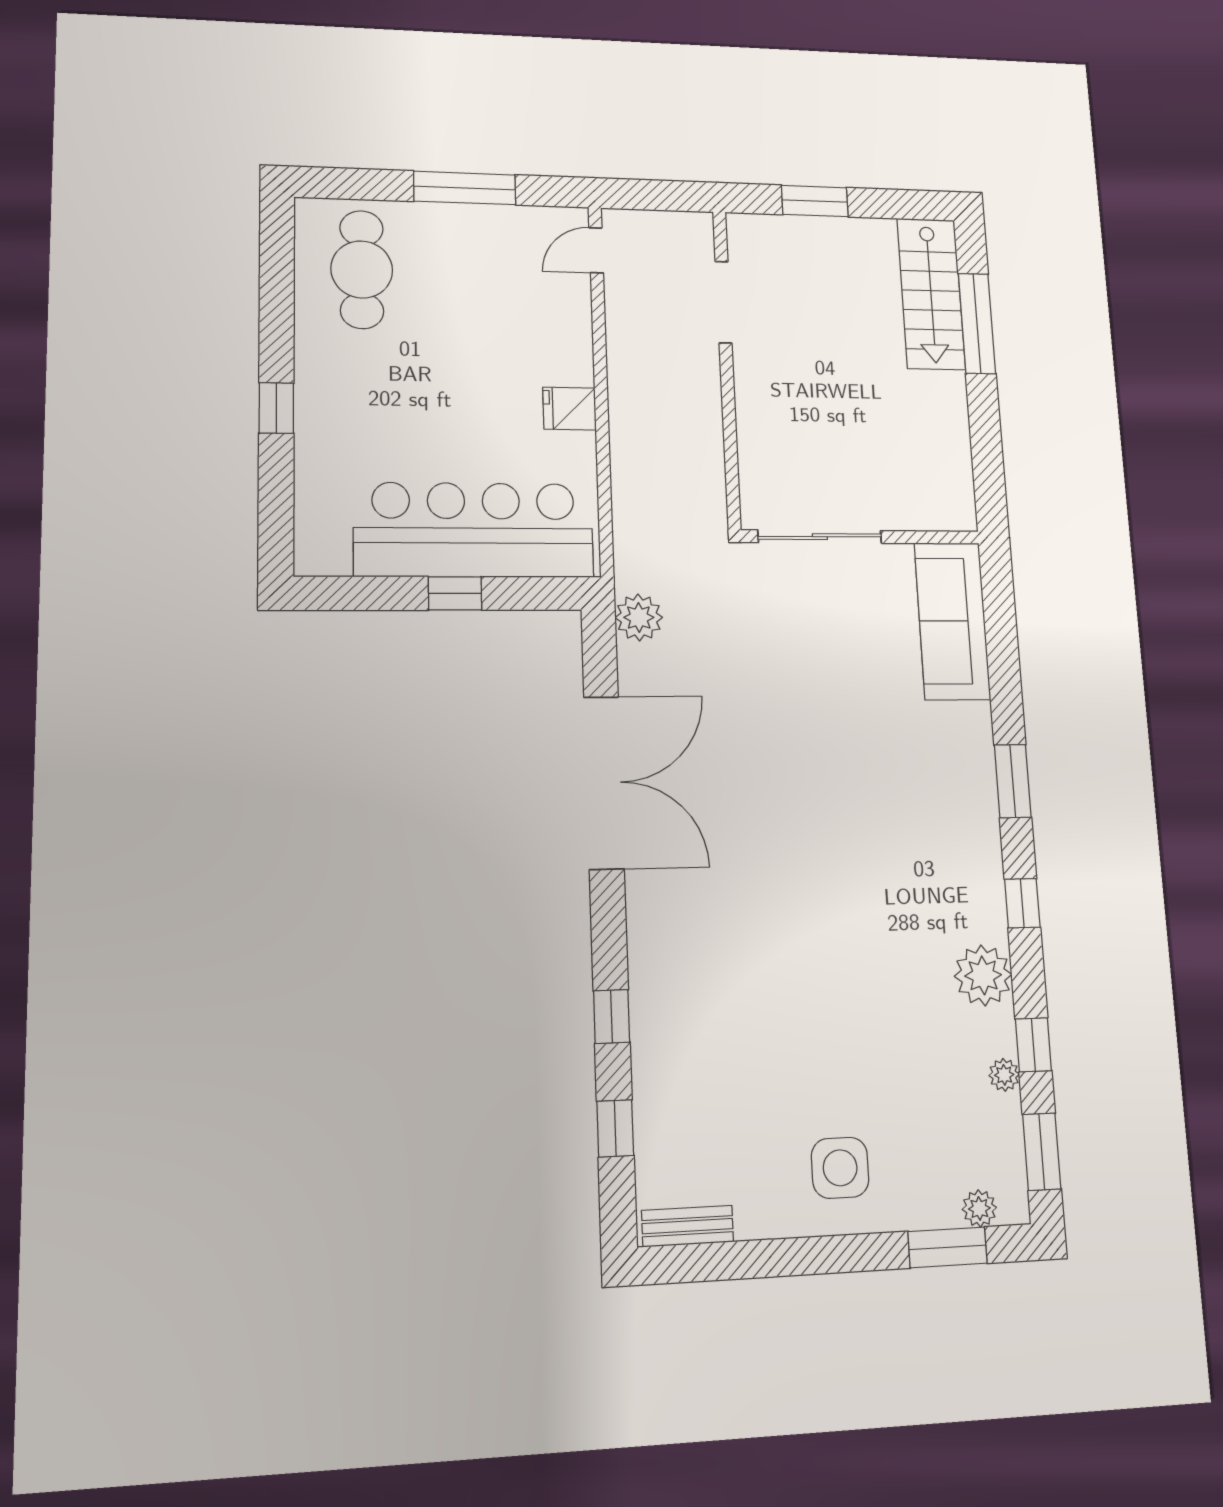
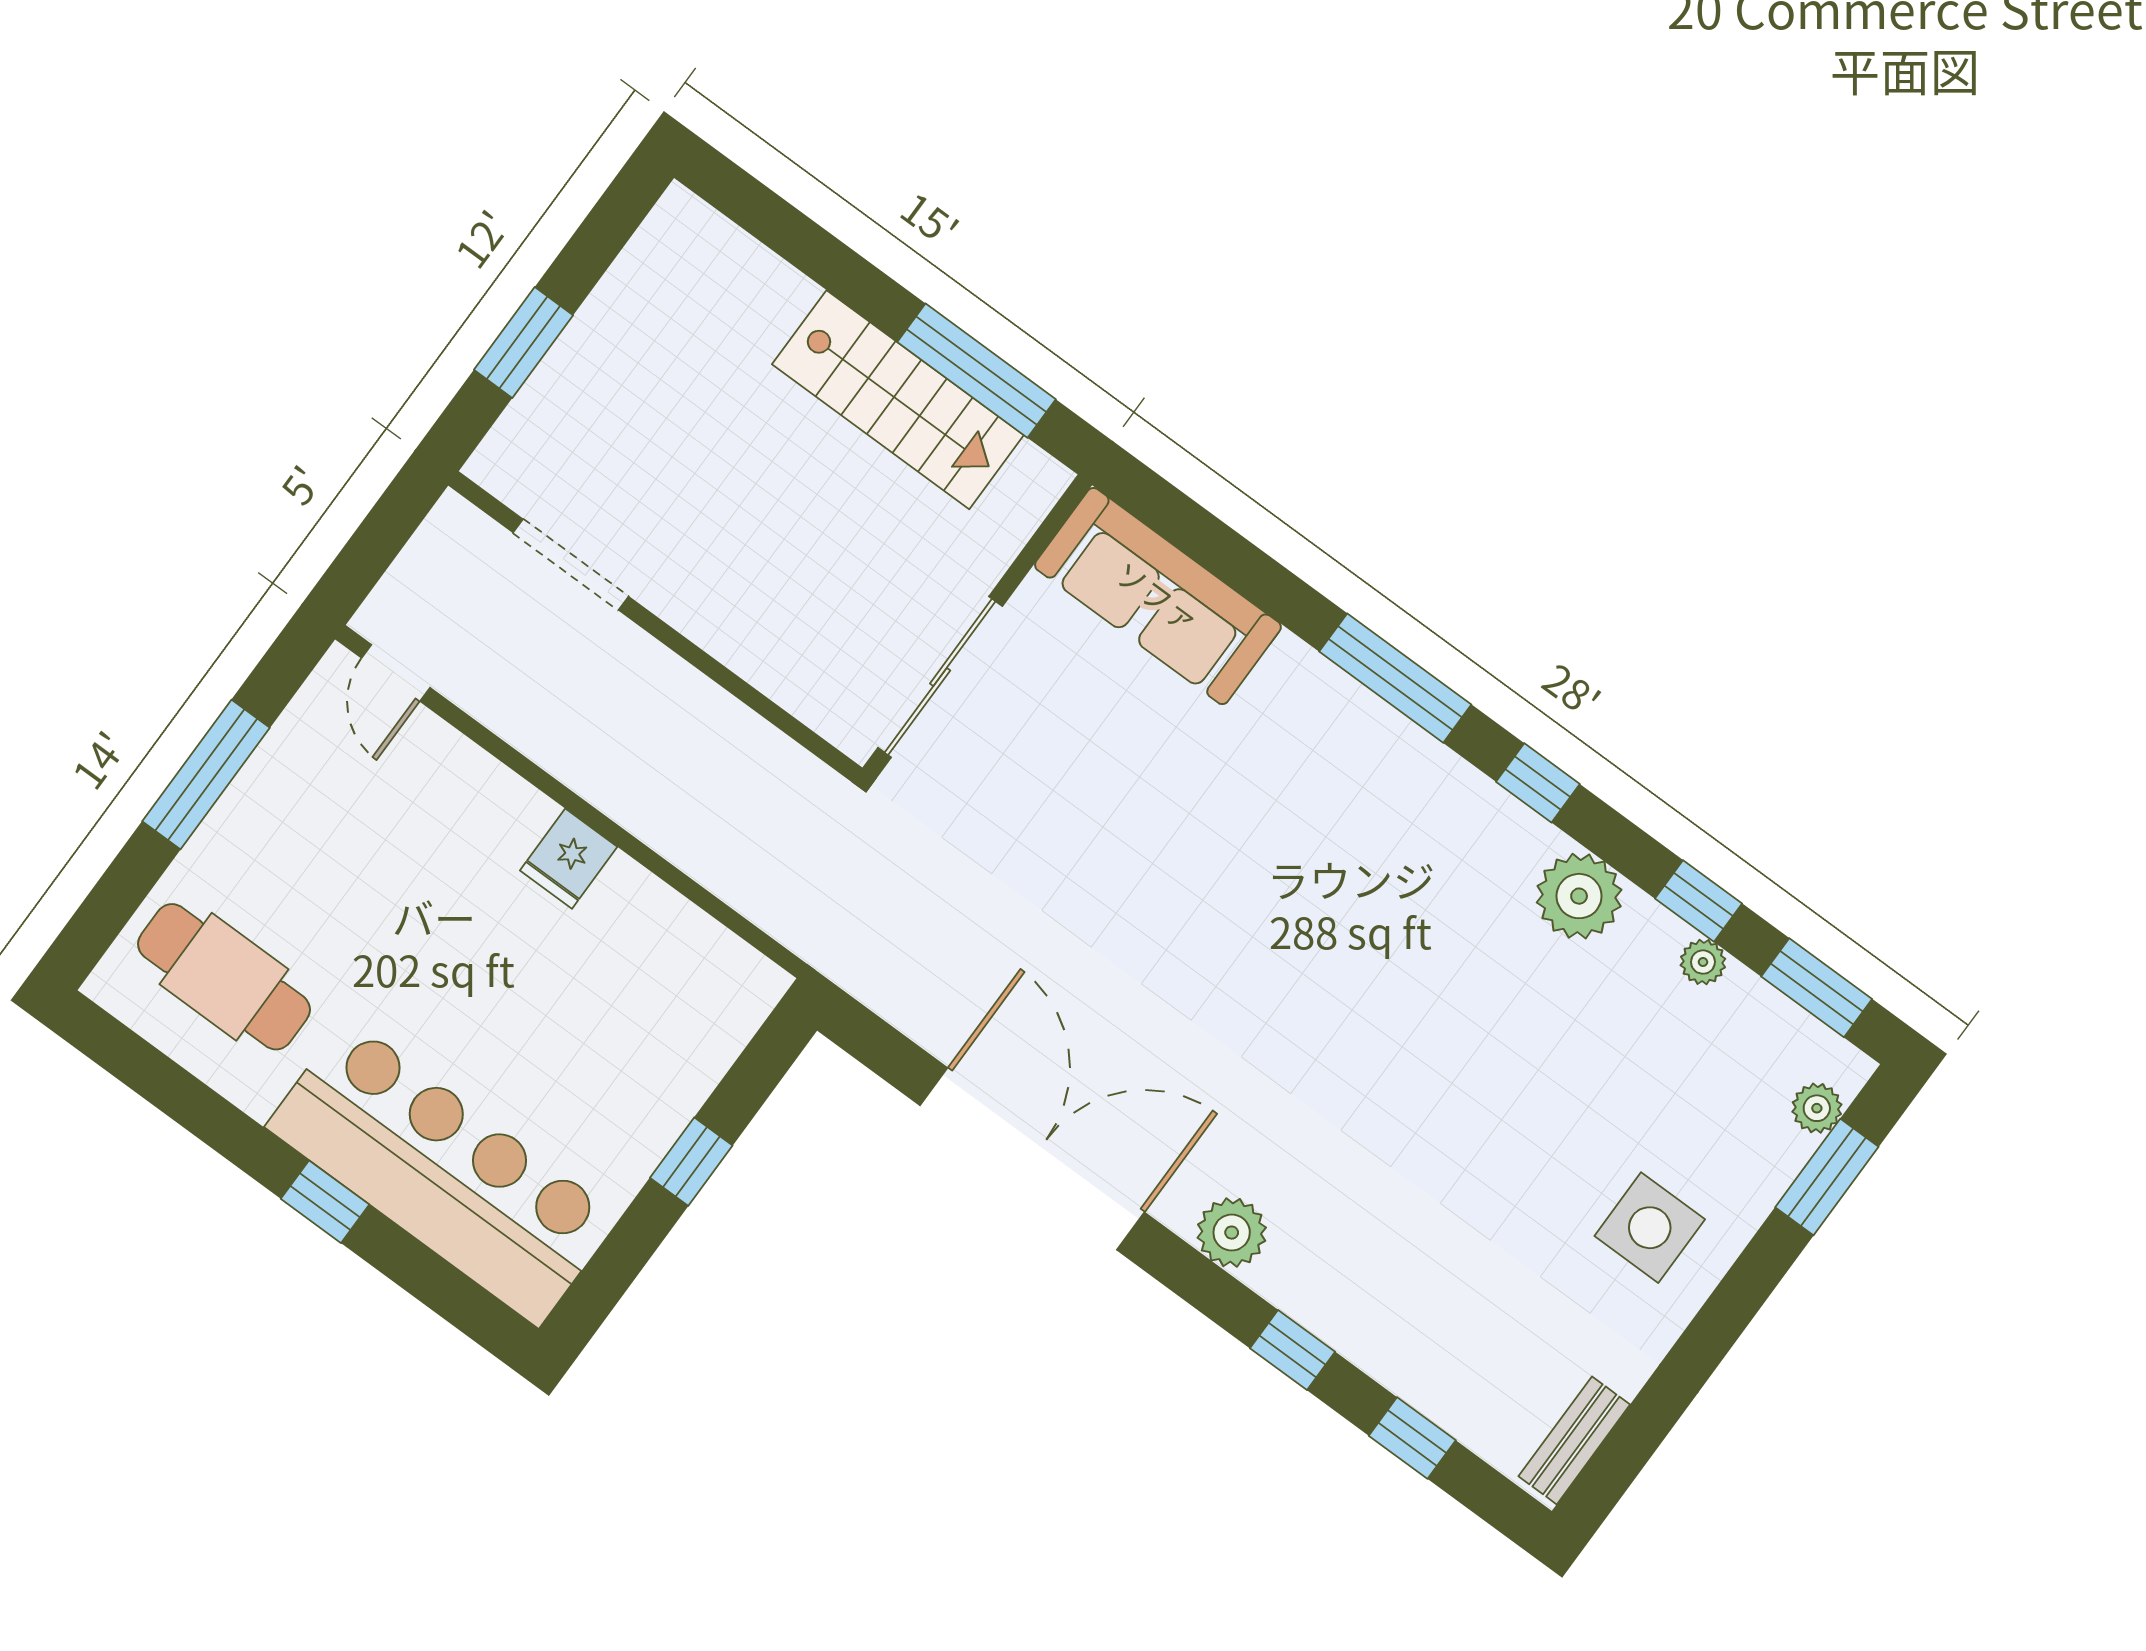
stairs: (931, 294) -> (898, 400), moved
window: (977, 323) -> (977, 371), moved
bar counter: (474, 530) -> (442, 1172), moved, turned 90
plant: (639, 617) -> (1232, 1233), moved
window: (1013, 781) -> (1395, 678), width x1.44

